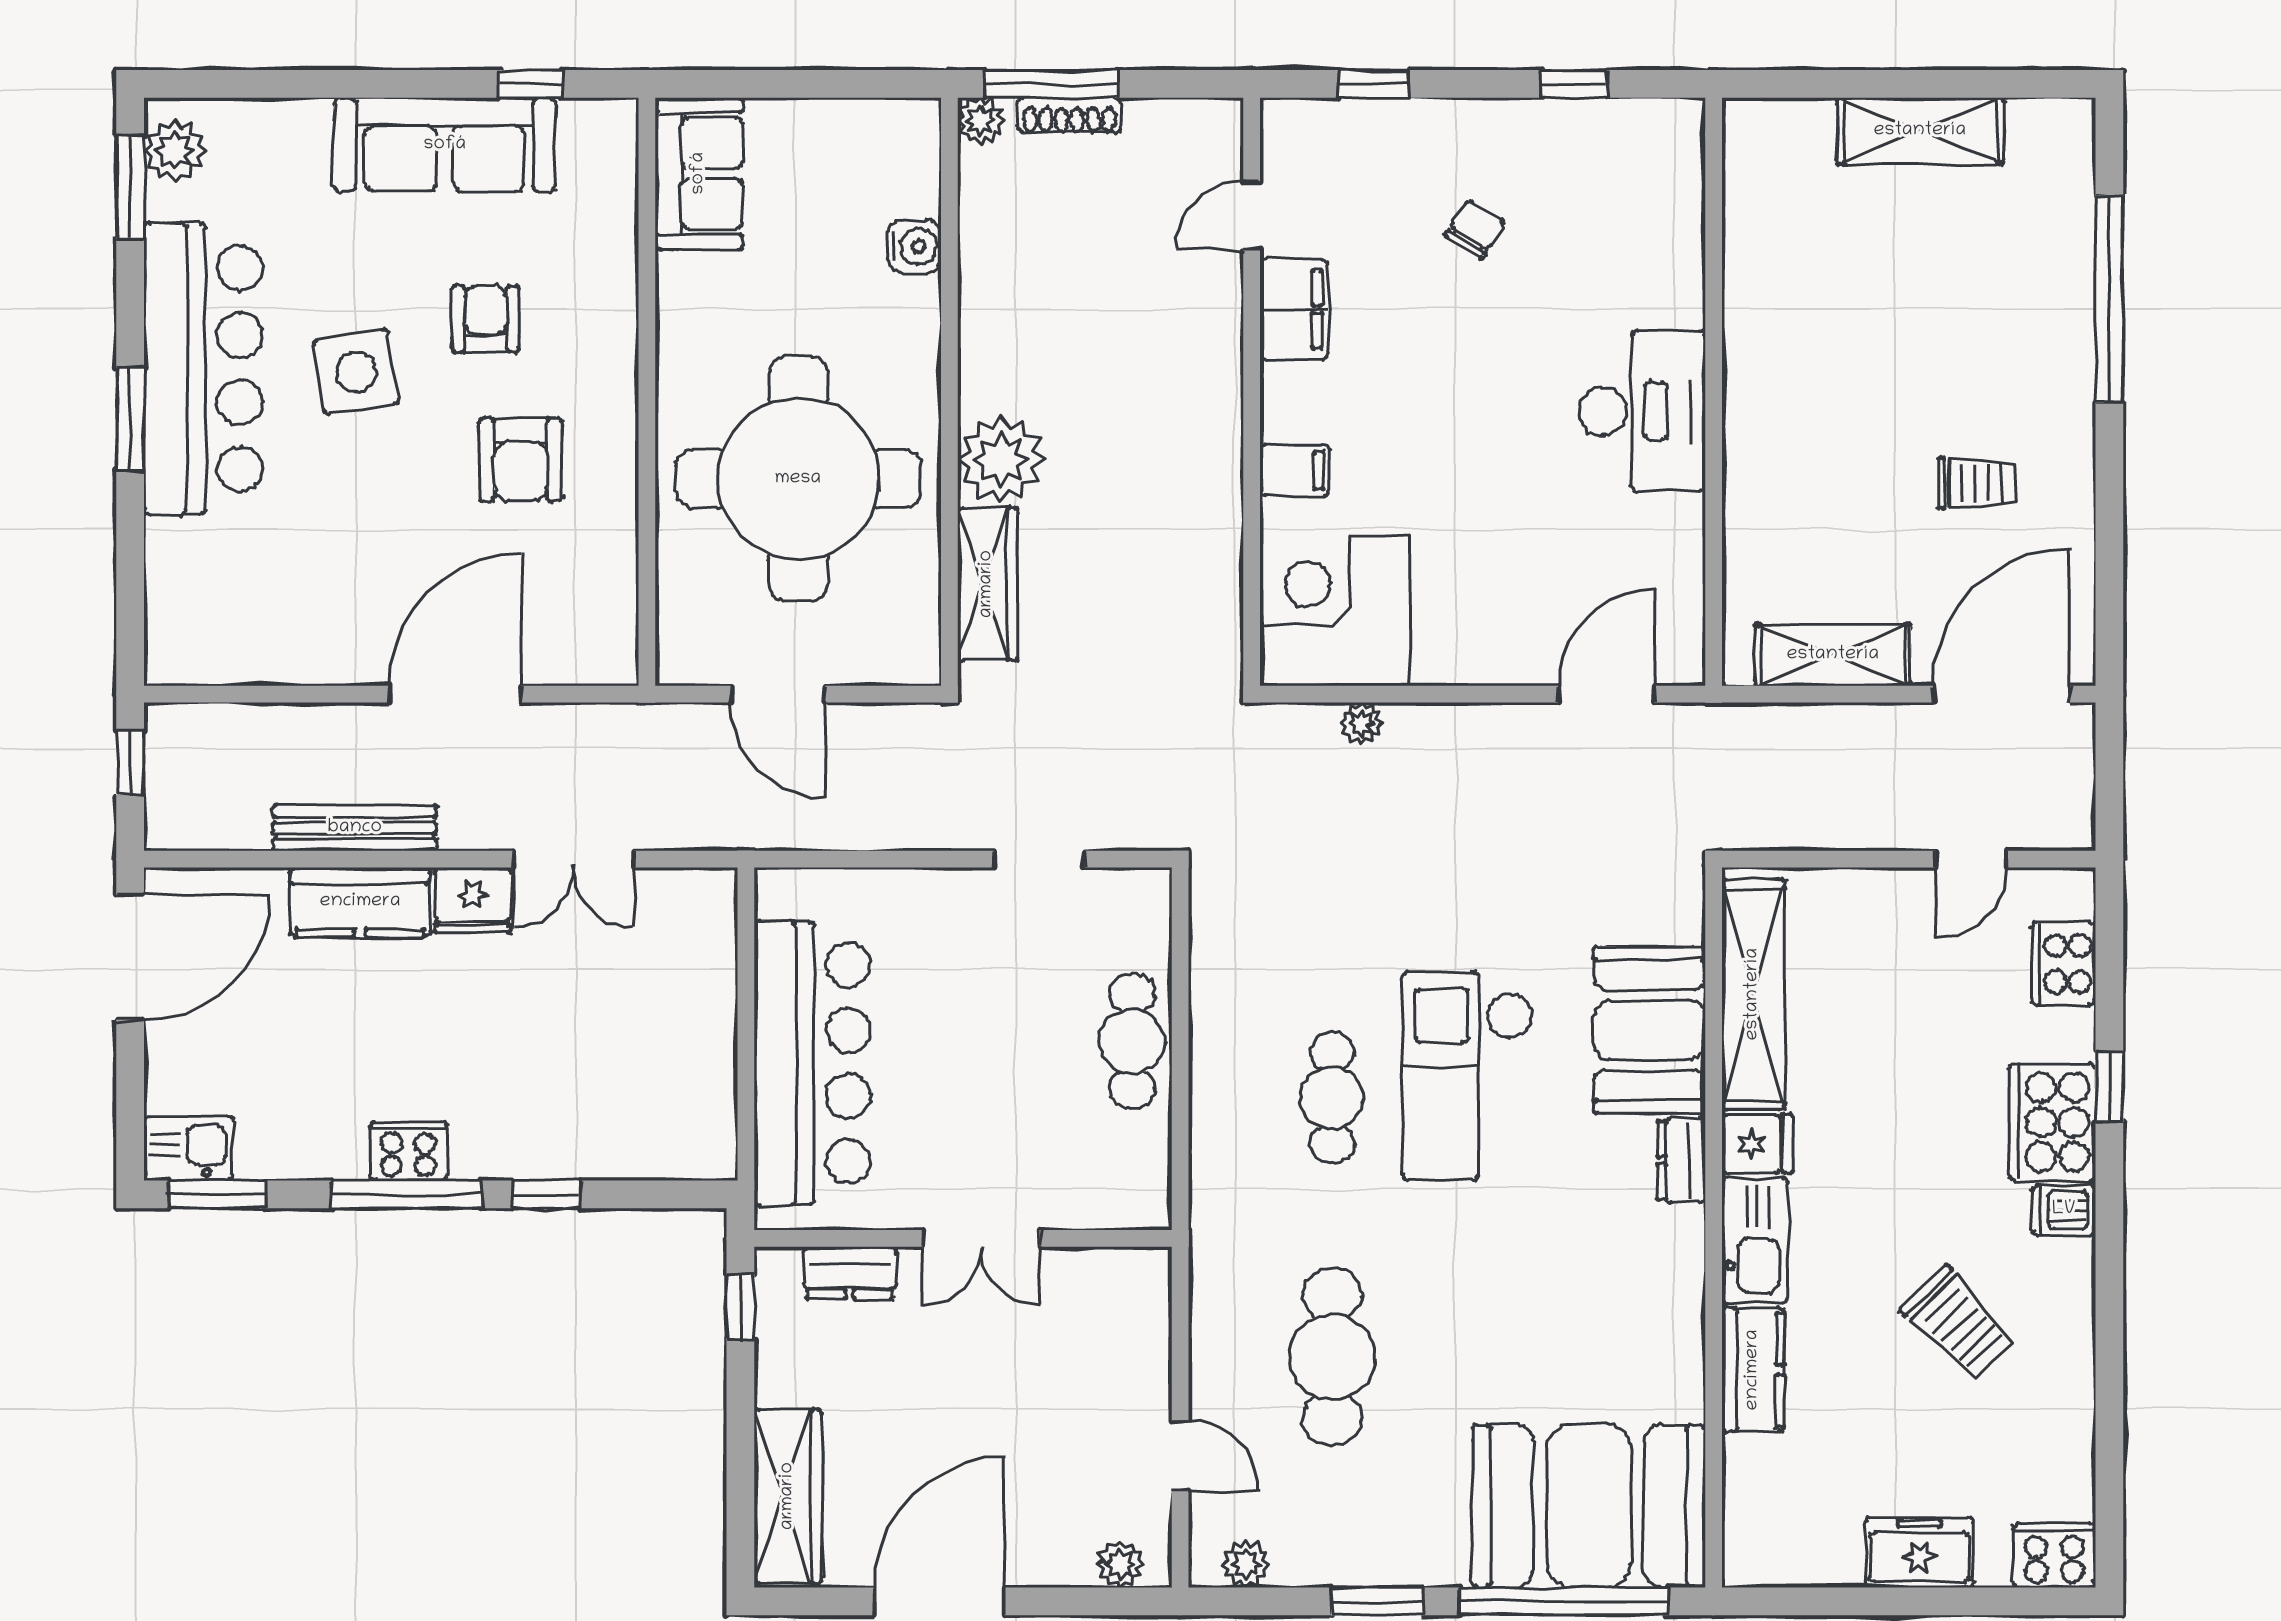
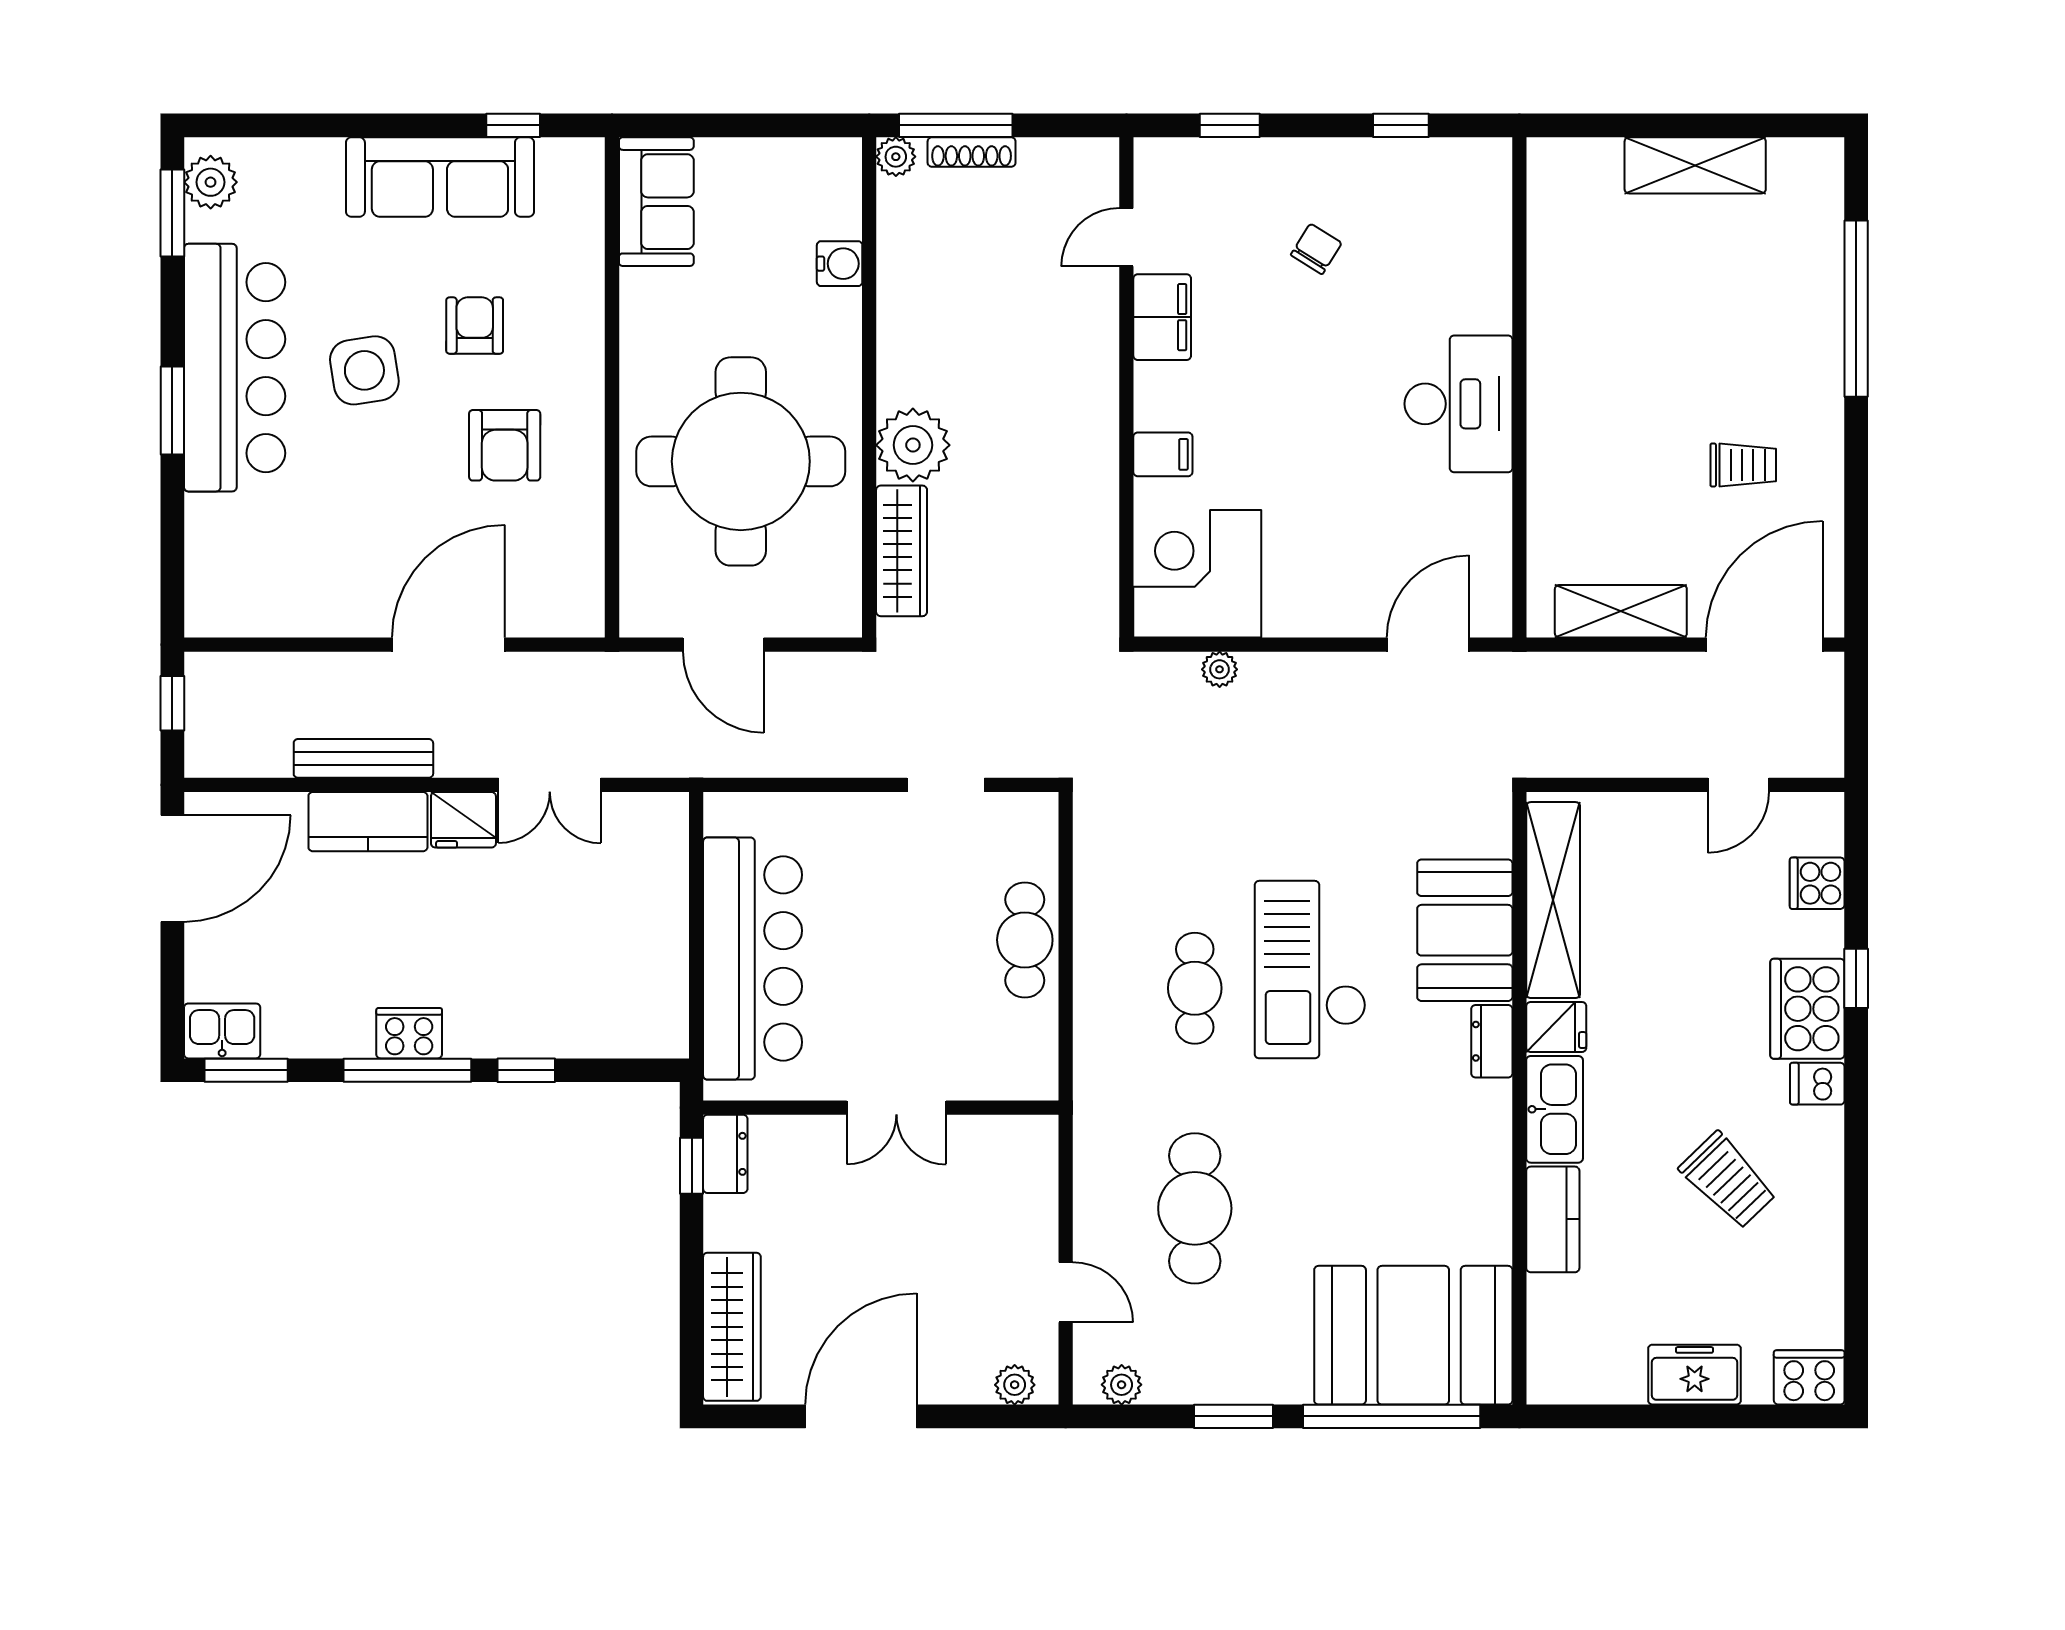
cooker: (2064, 964) -> (1817, 883), width x0.73
dresser: (850, 1273) -> (725, 1154), moved, turned -90

